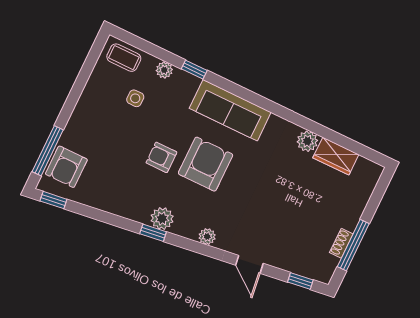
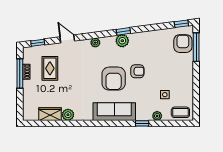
rug: (300, 230) -> (50, 68), added

